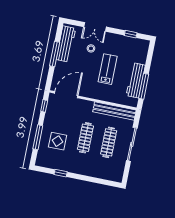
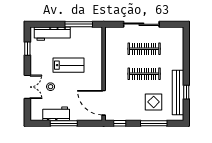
workbench: (66, 44) -> (56, 114), width x0.73
lab bench: (108, 69) -> (68, 65), turned 180
workbench: (136, 80) -> (52, 34), moved
bench: (114, 111) -> (178, 93), moved

